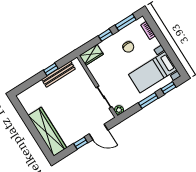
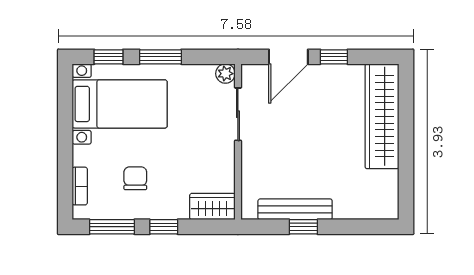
door: (98, 132) -> (288, 57), swing flipped

